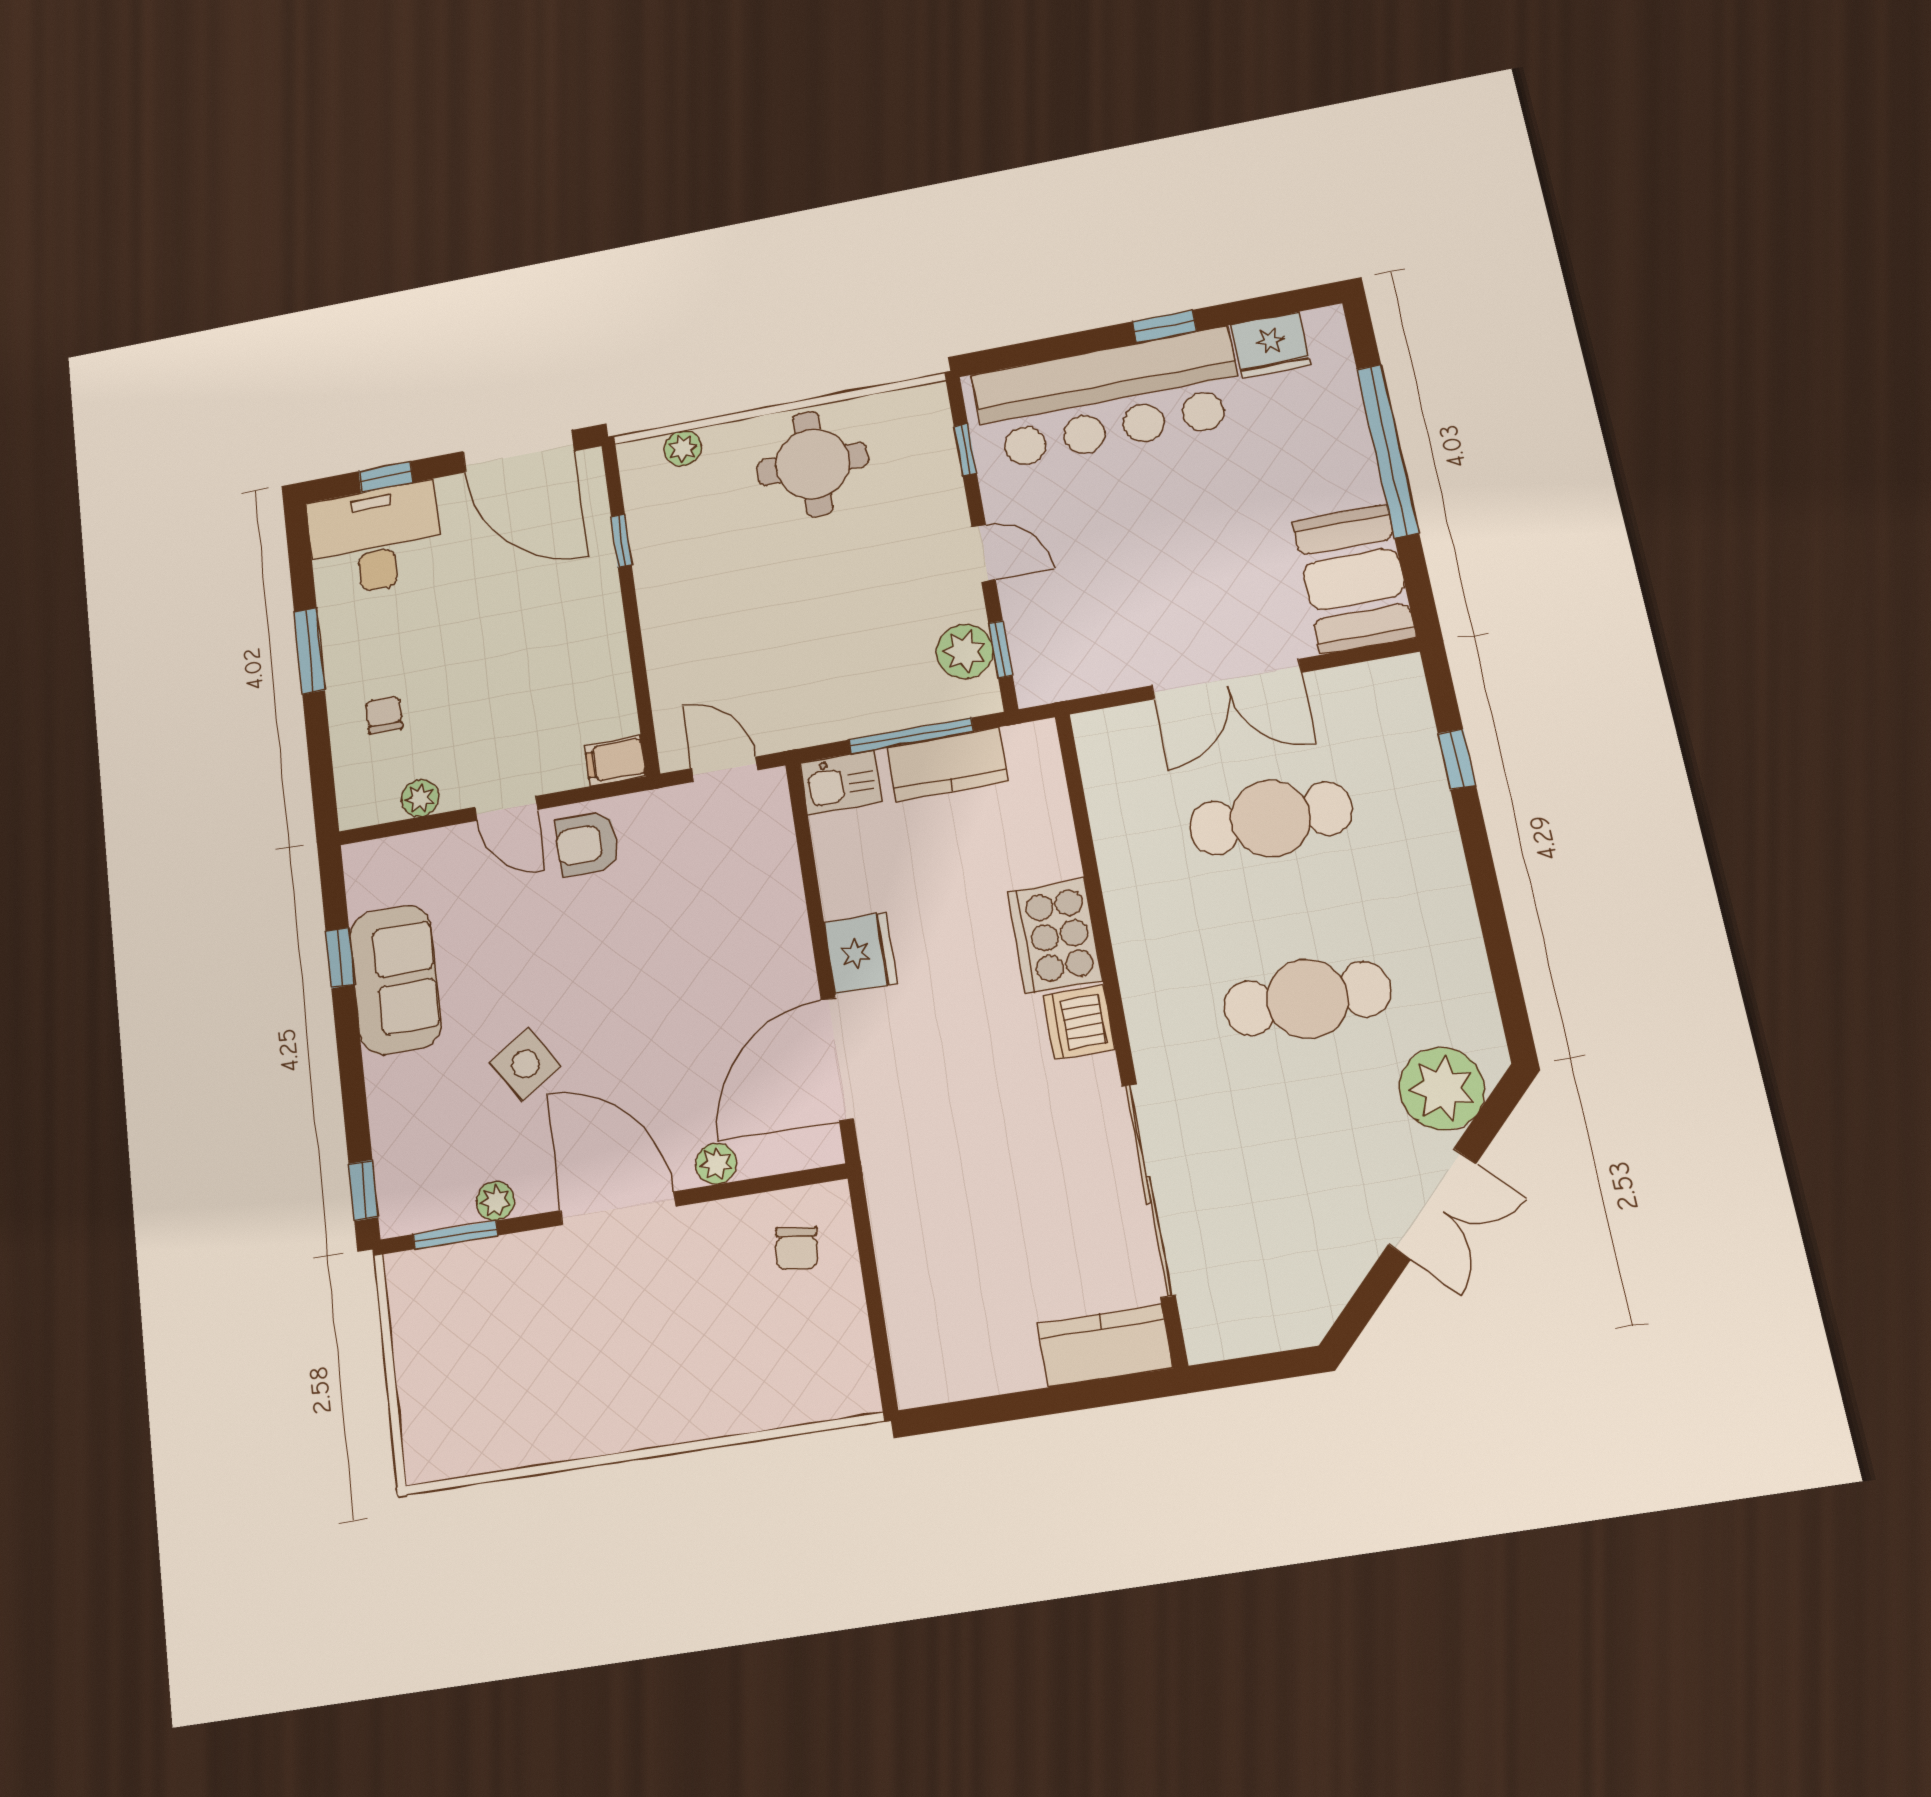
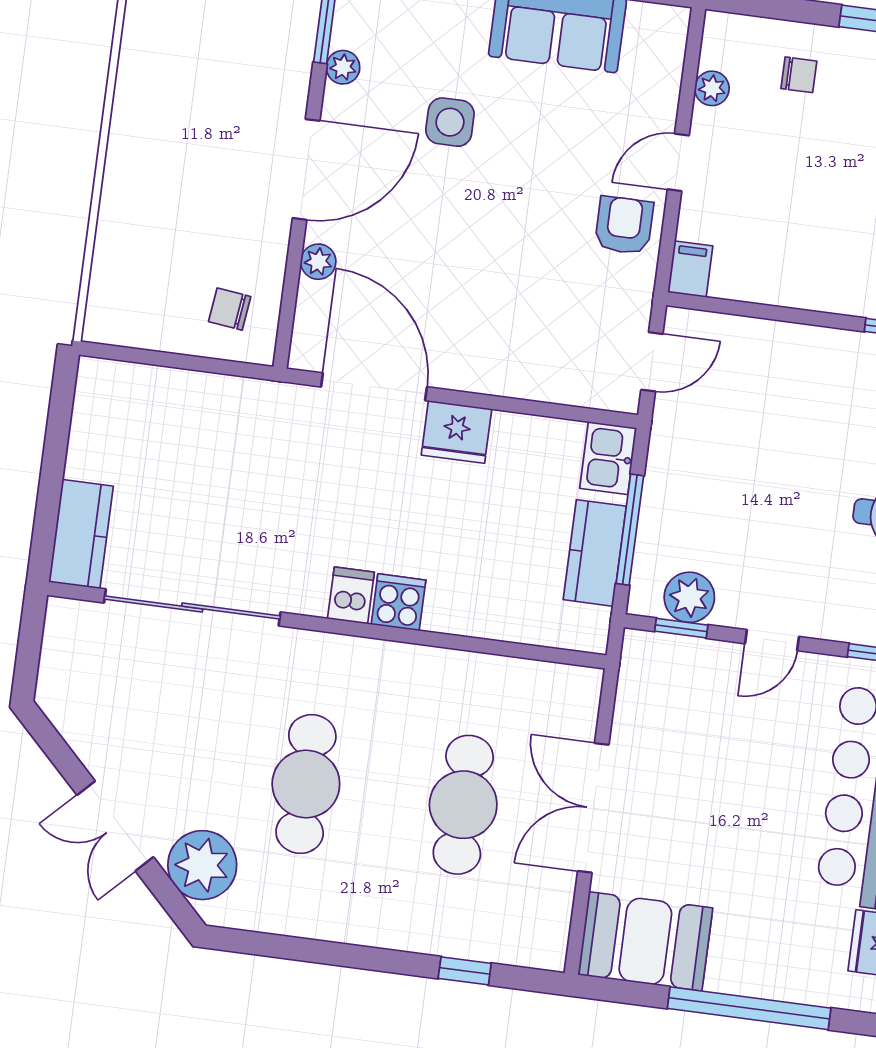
cooker: (1055, 936) -> (398, 602), width x0.53, depth x0.76
dishwasher: (1079, 1022) -> (351, 595), width x0.73
side table: (525, 1064) -> (450, 122), turned 33

